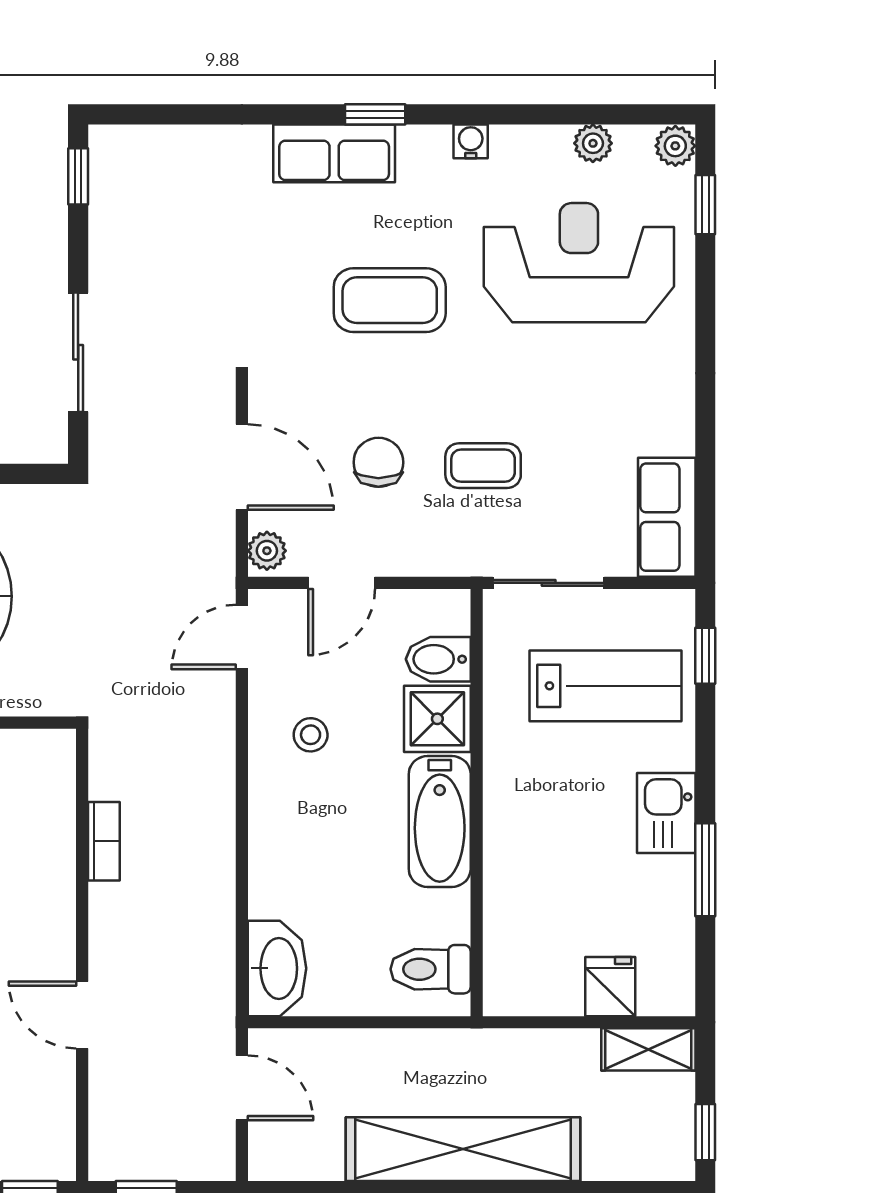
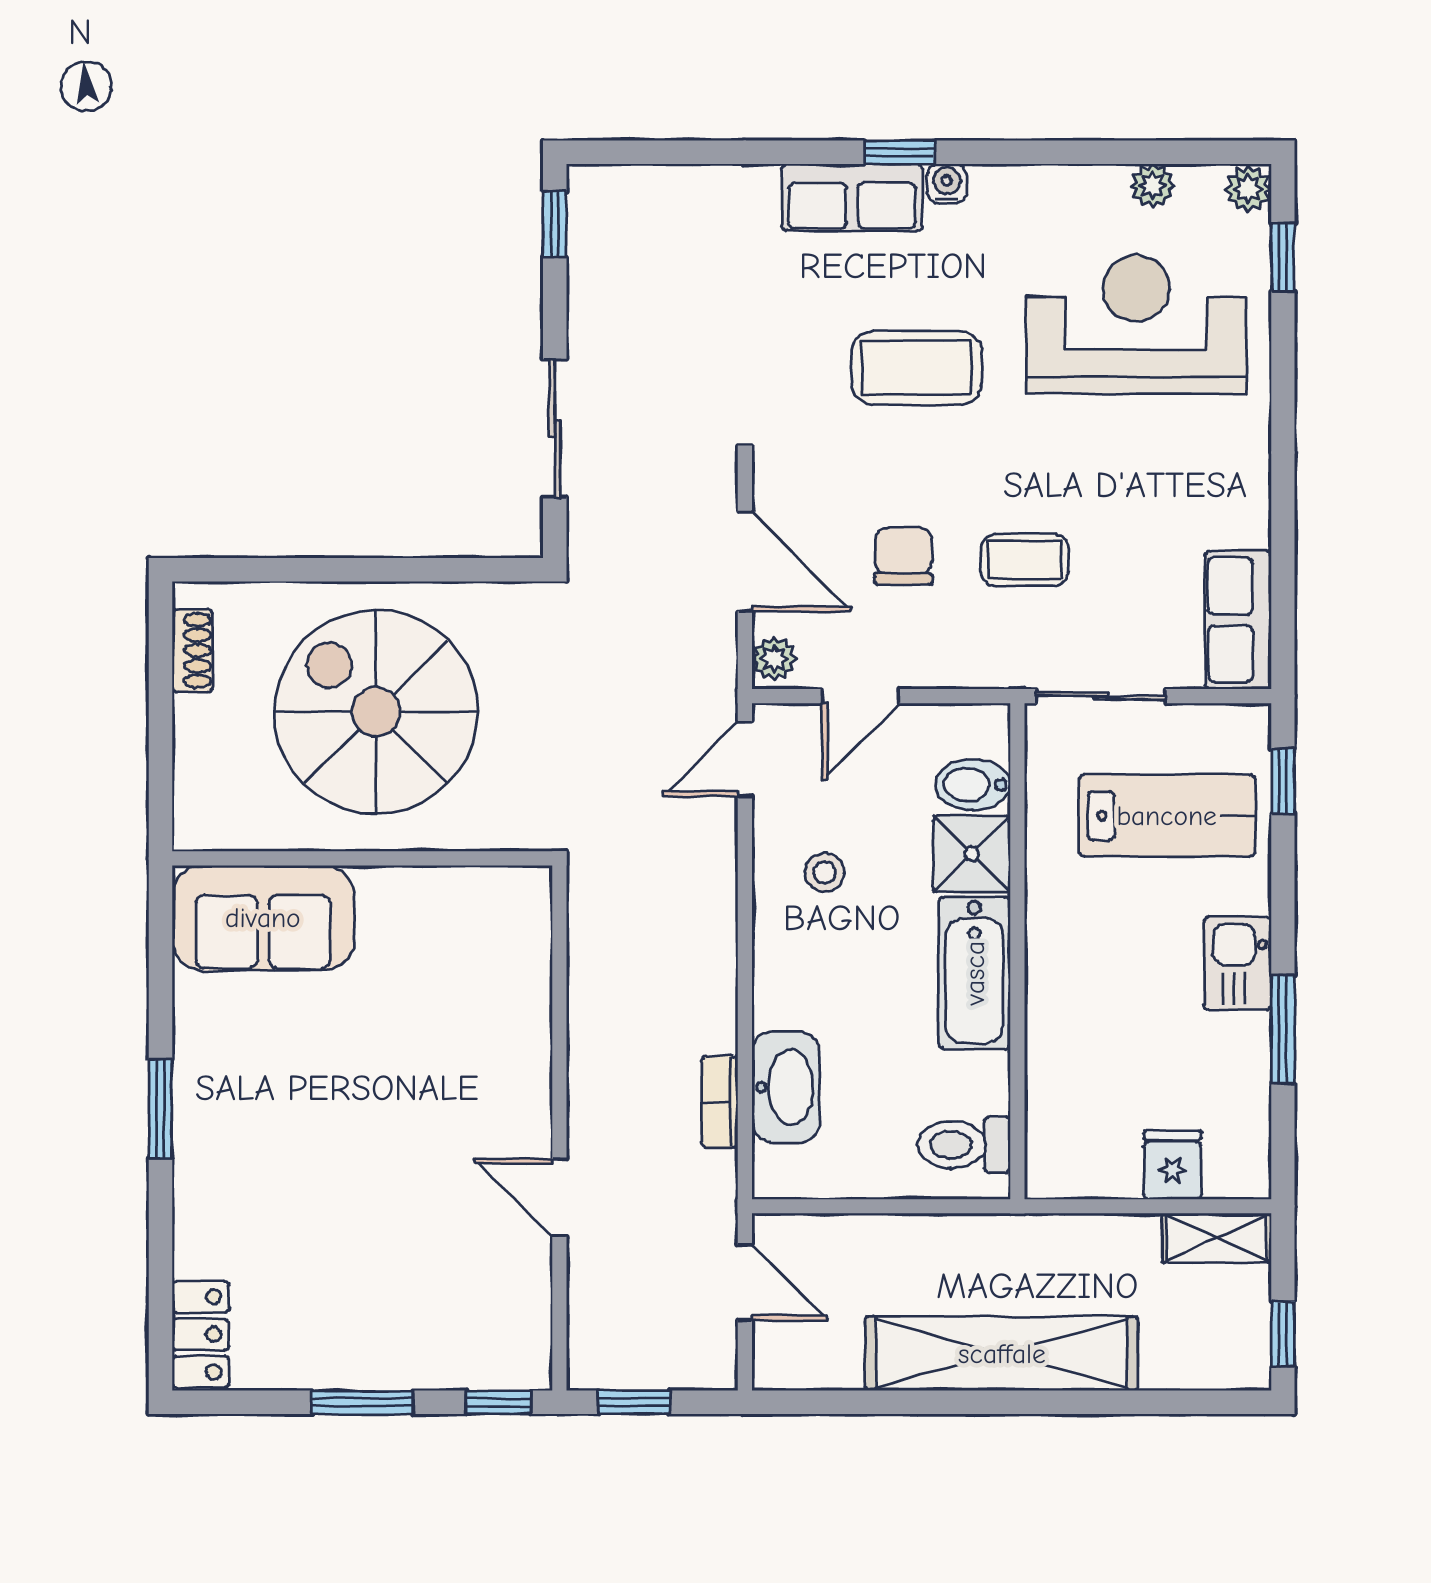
water cooler: (471, 141) -> (947, 184), moved
bookcase: (104, 841) -> (720, 1102), moved, turned 180
washbasin: (277, 968) -> (786, 1087), moved

